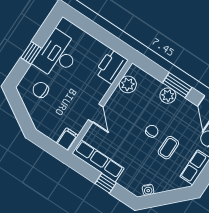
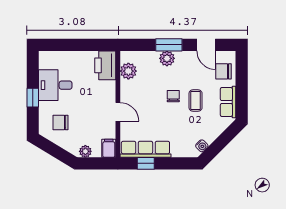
desk: (57, 55) -> (55, 85), width x0.73
plant: (46, 129) -> (85, 151), added
window: (106, 183) -> (146, 163), moved

